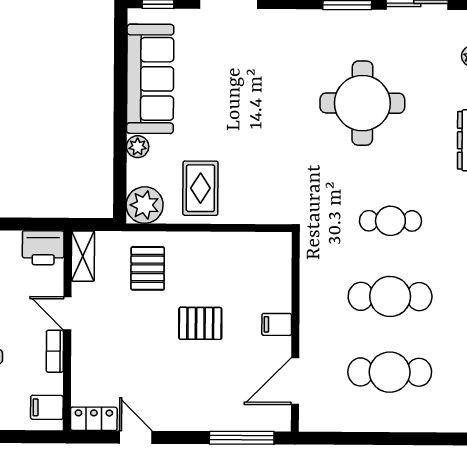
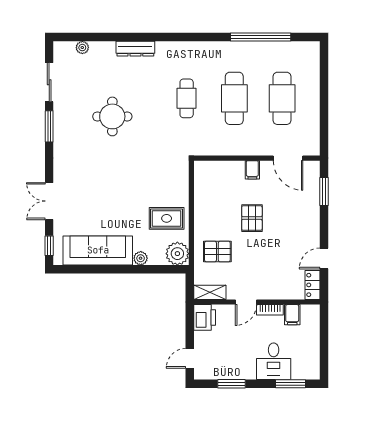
round table: (362, 103) -> (112, 116), width x0.73, depth x0.73
filing cabinet: (47, 407) -> (292, 315), moved
window: (242, 438) -> (324, 192), width x0.69

